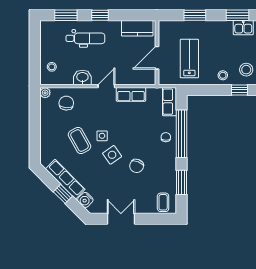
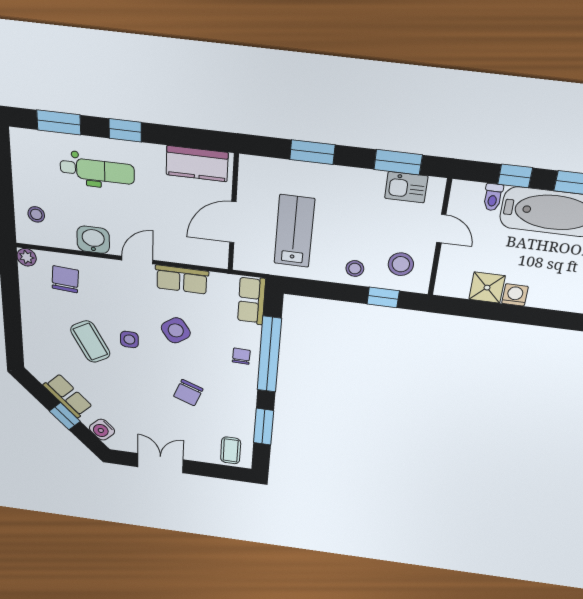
side table: (112, 155) -> (176, 330), moved
row of seats: (65, 179) -> (68, 396), width x0.68

